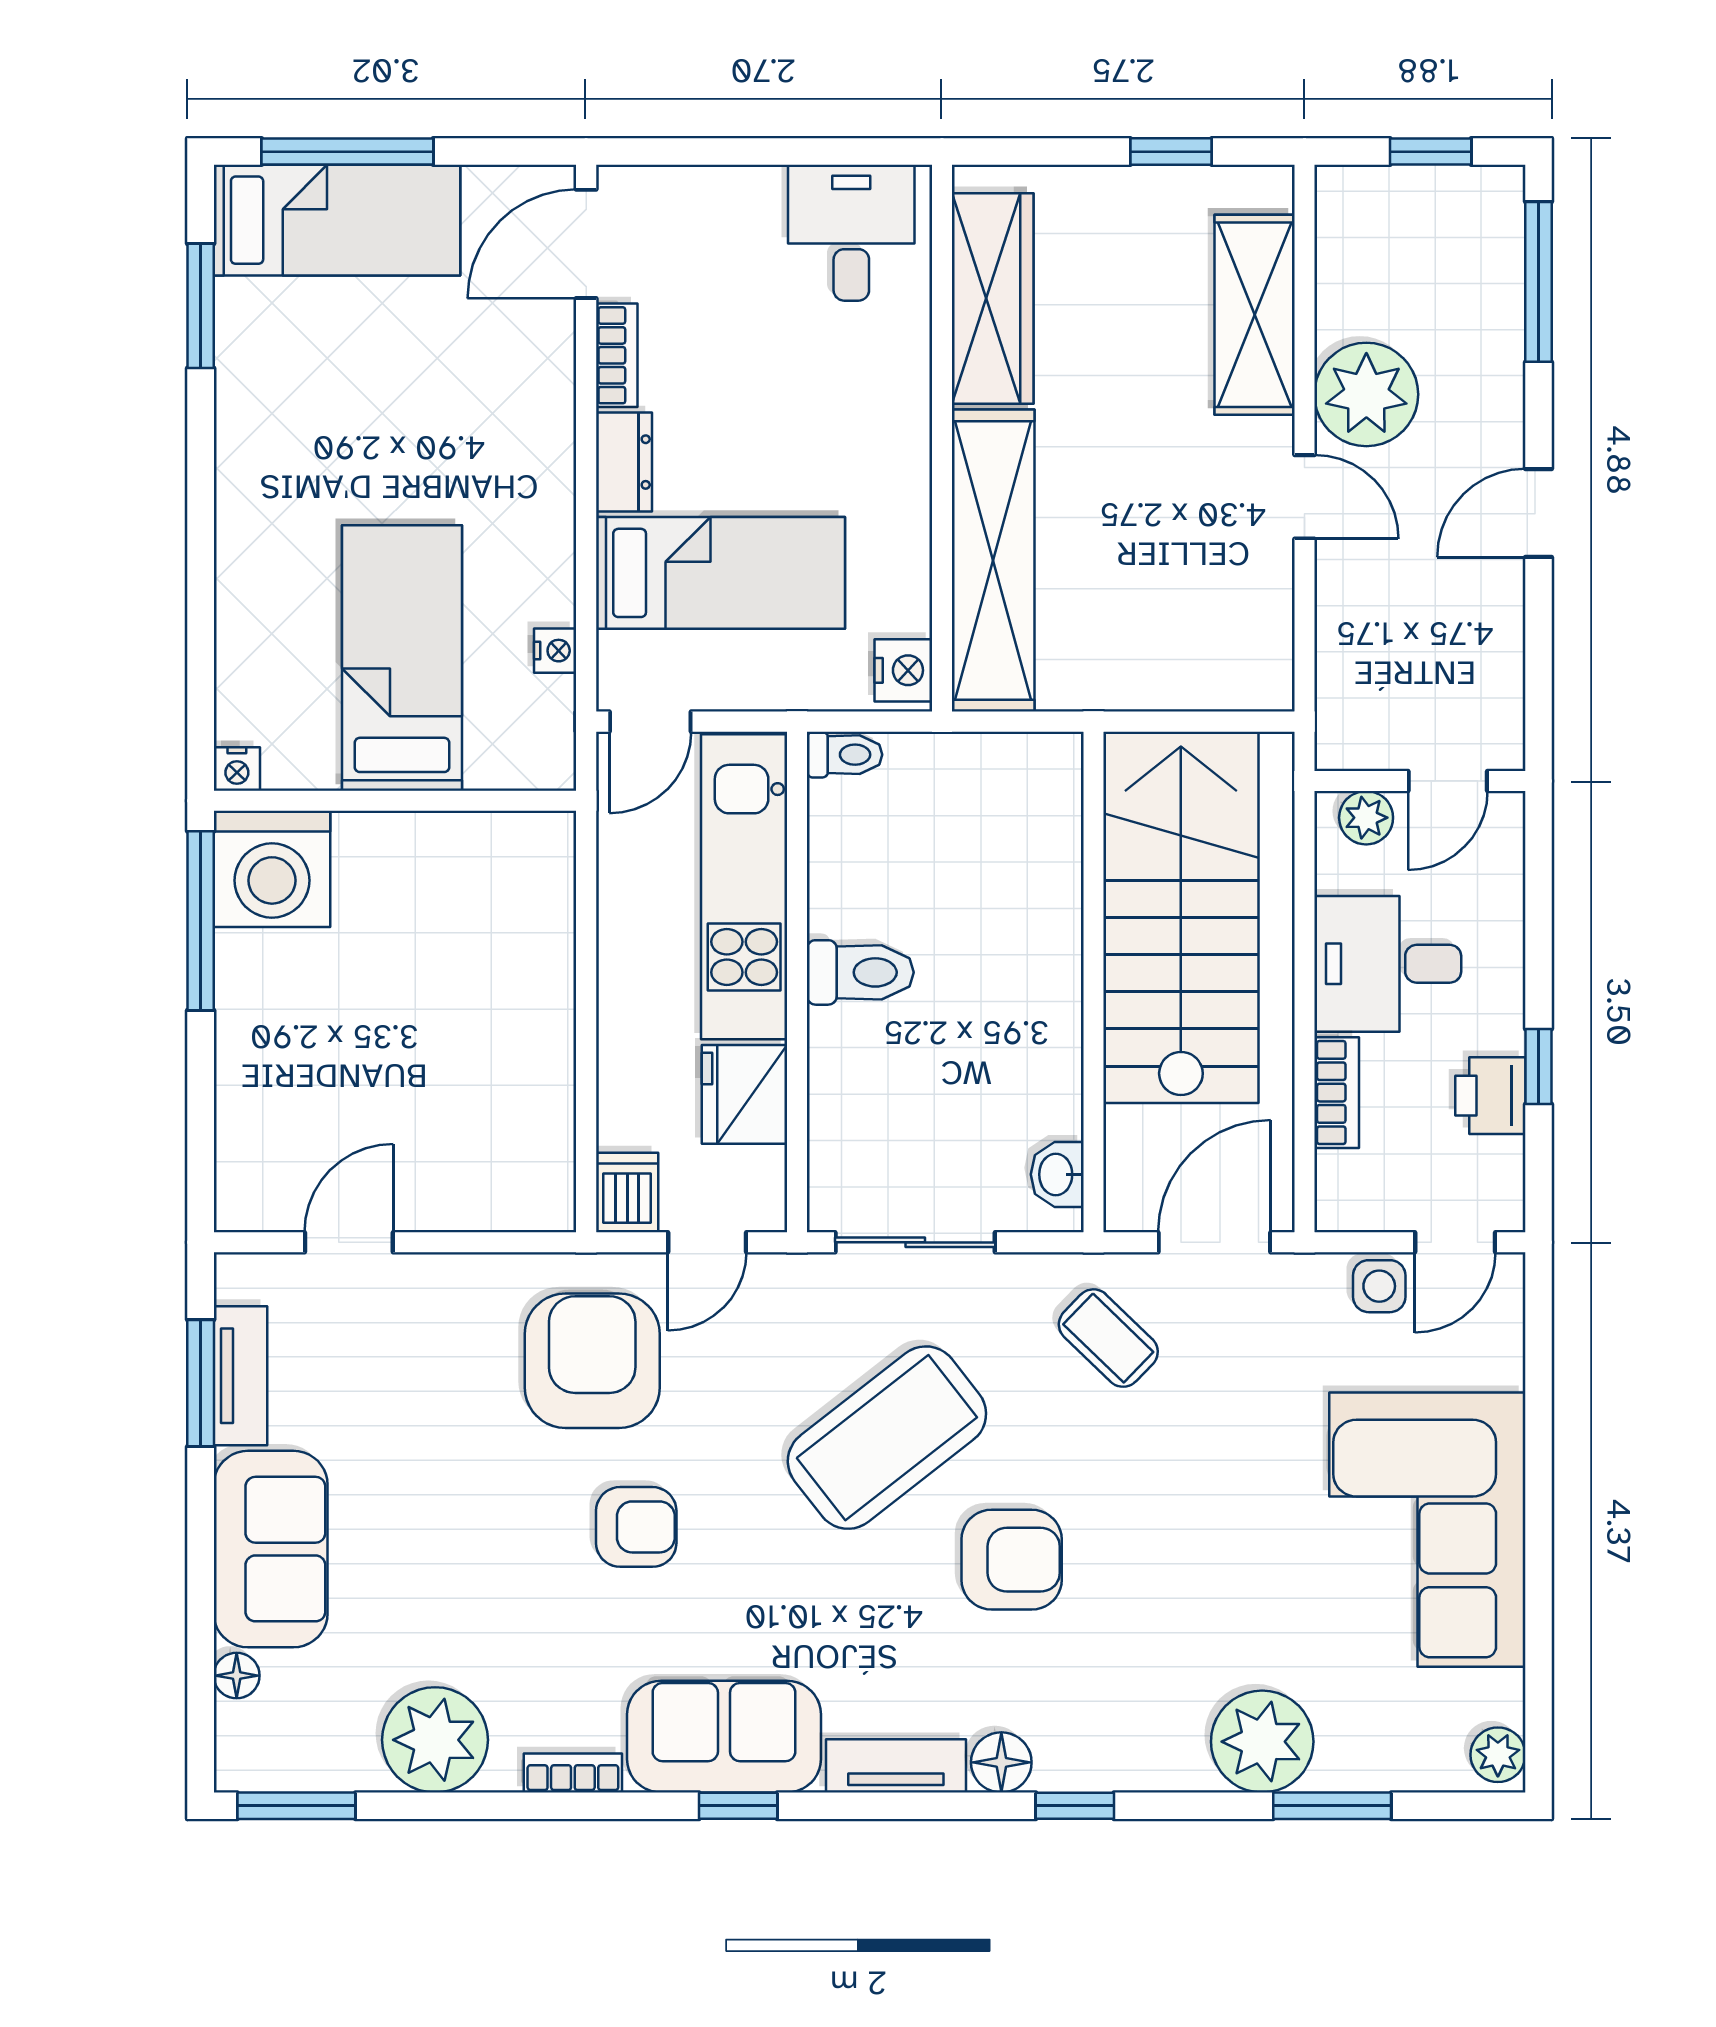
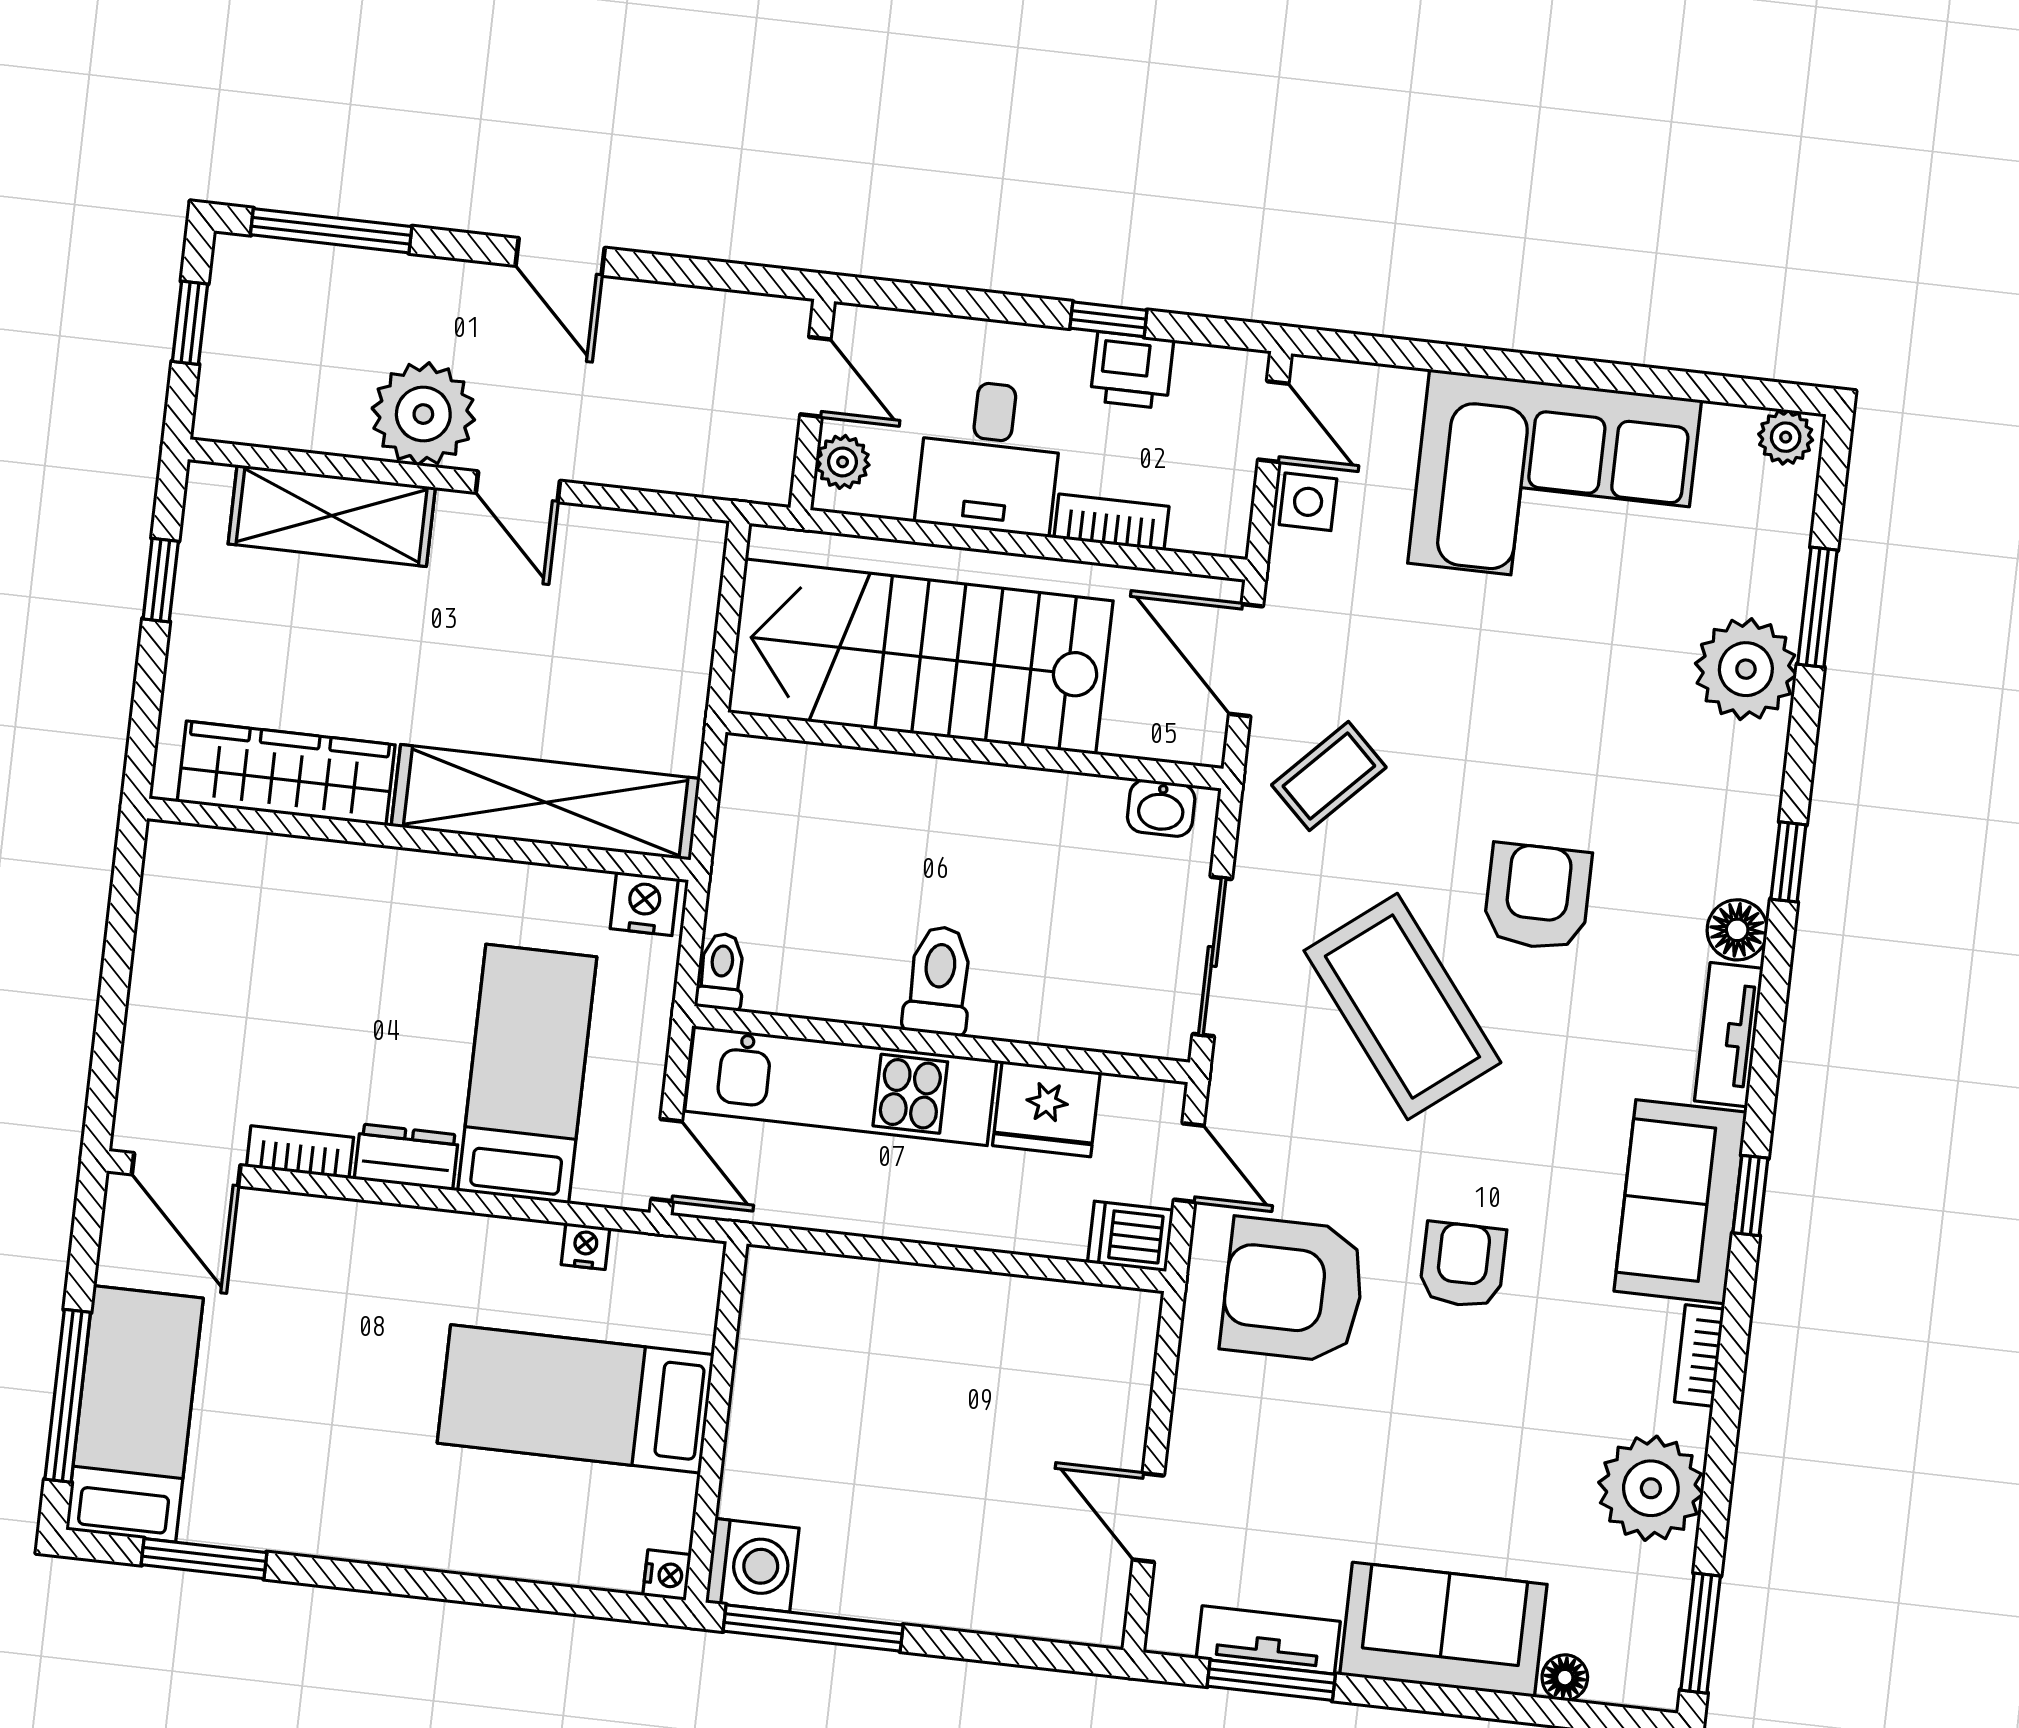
desk: (851, 233) -> (205, 906), removed
door: (1305, 497) -> (518, 487), swing flipped
washing machine: (272, 869) -> (752, 1565), width x0.73, depth x0.73

